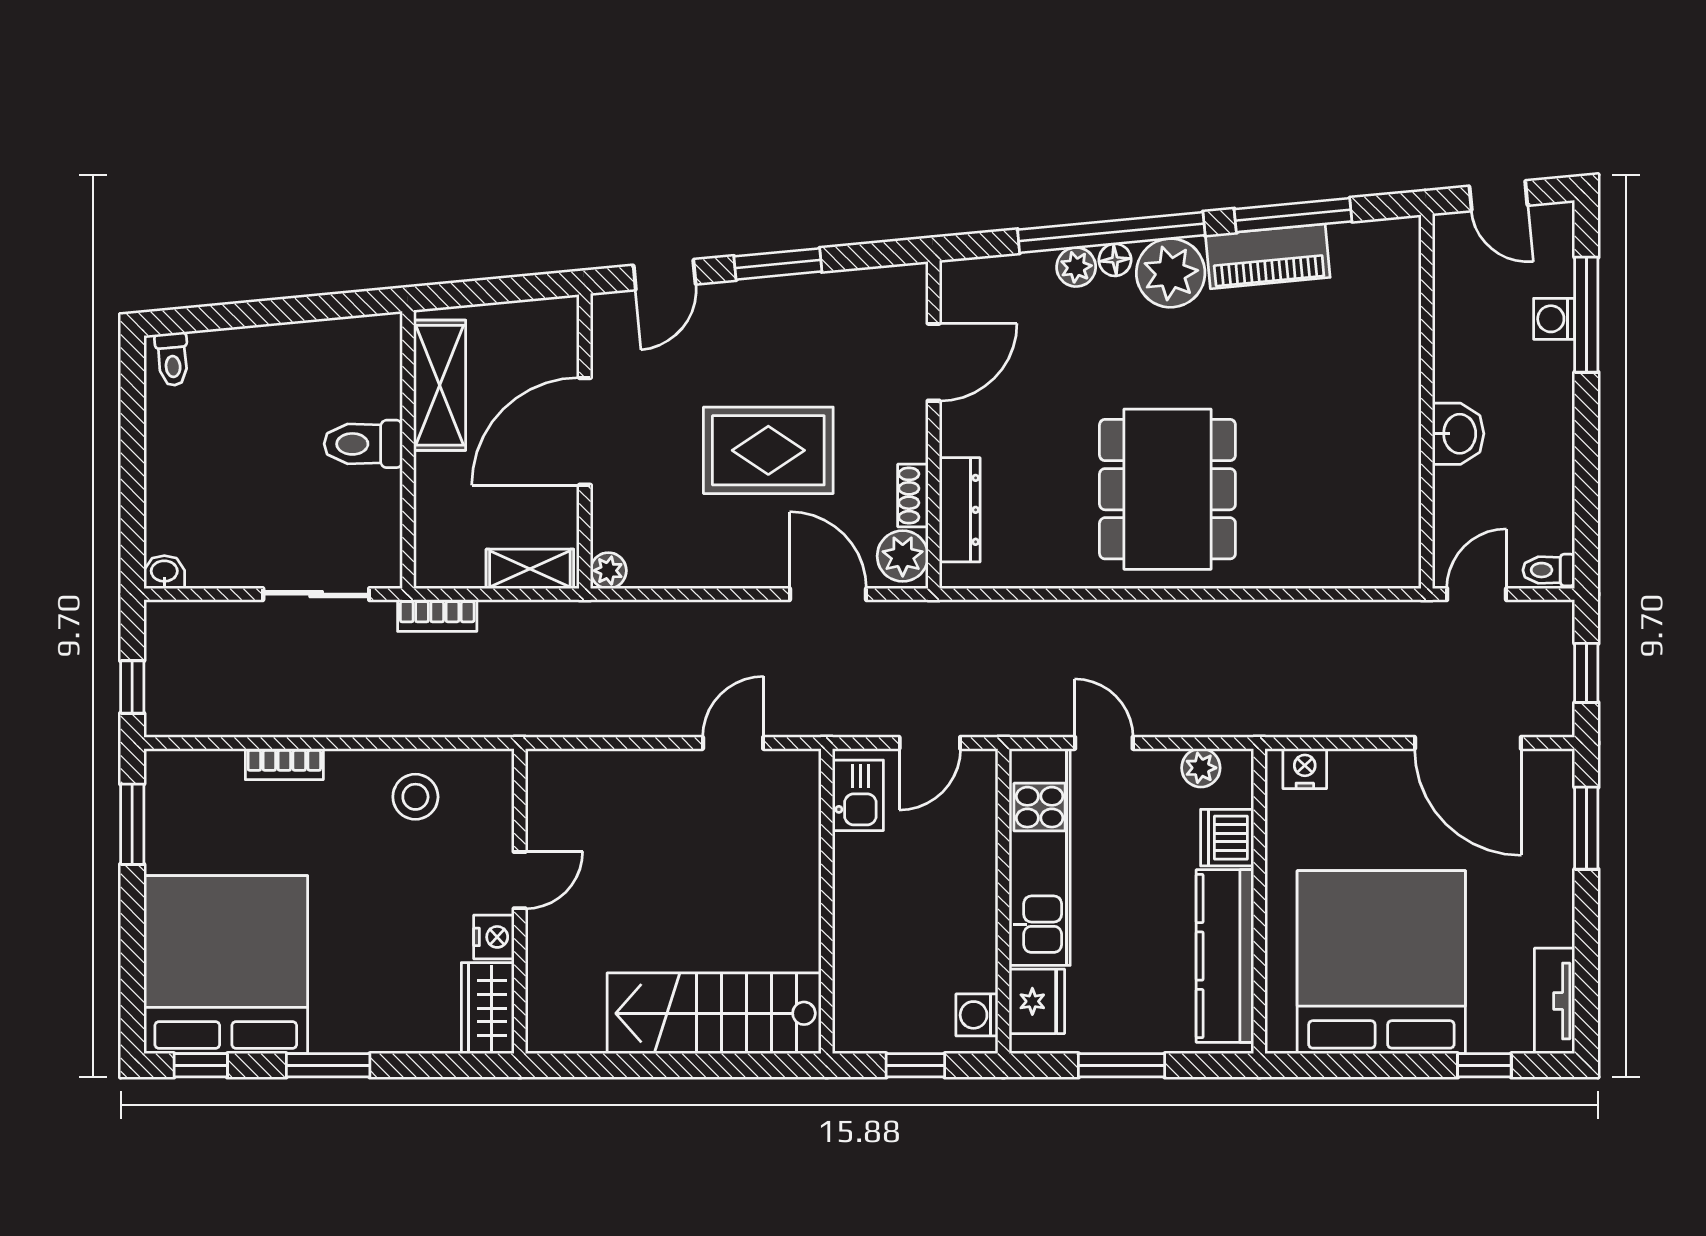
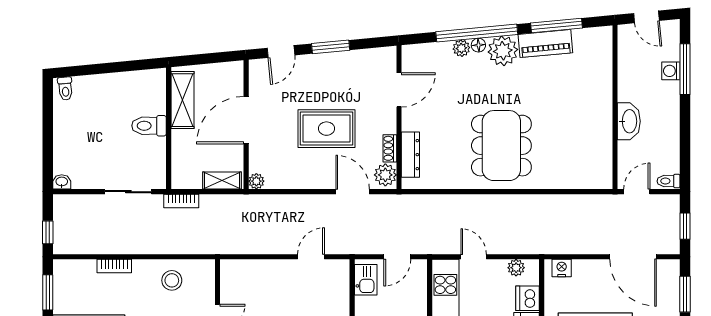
washbasin: (1458, 434) -> (629, 121), width x1.38

